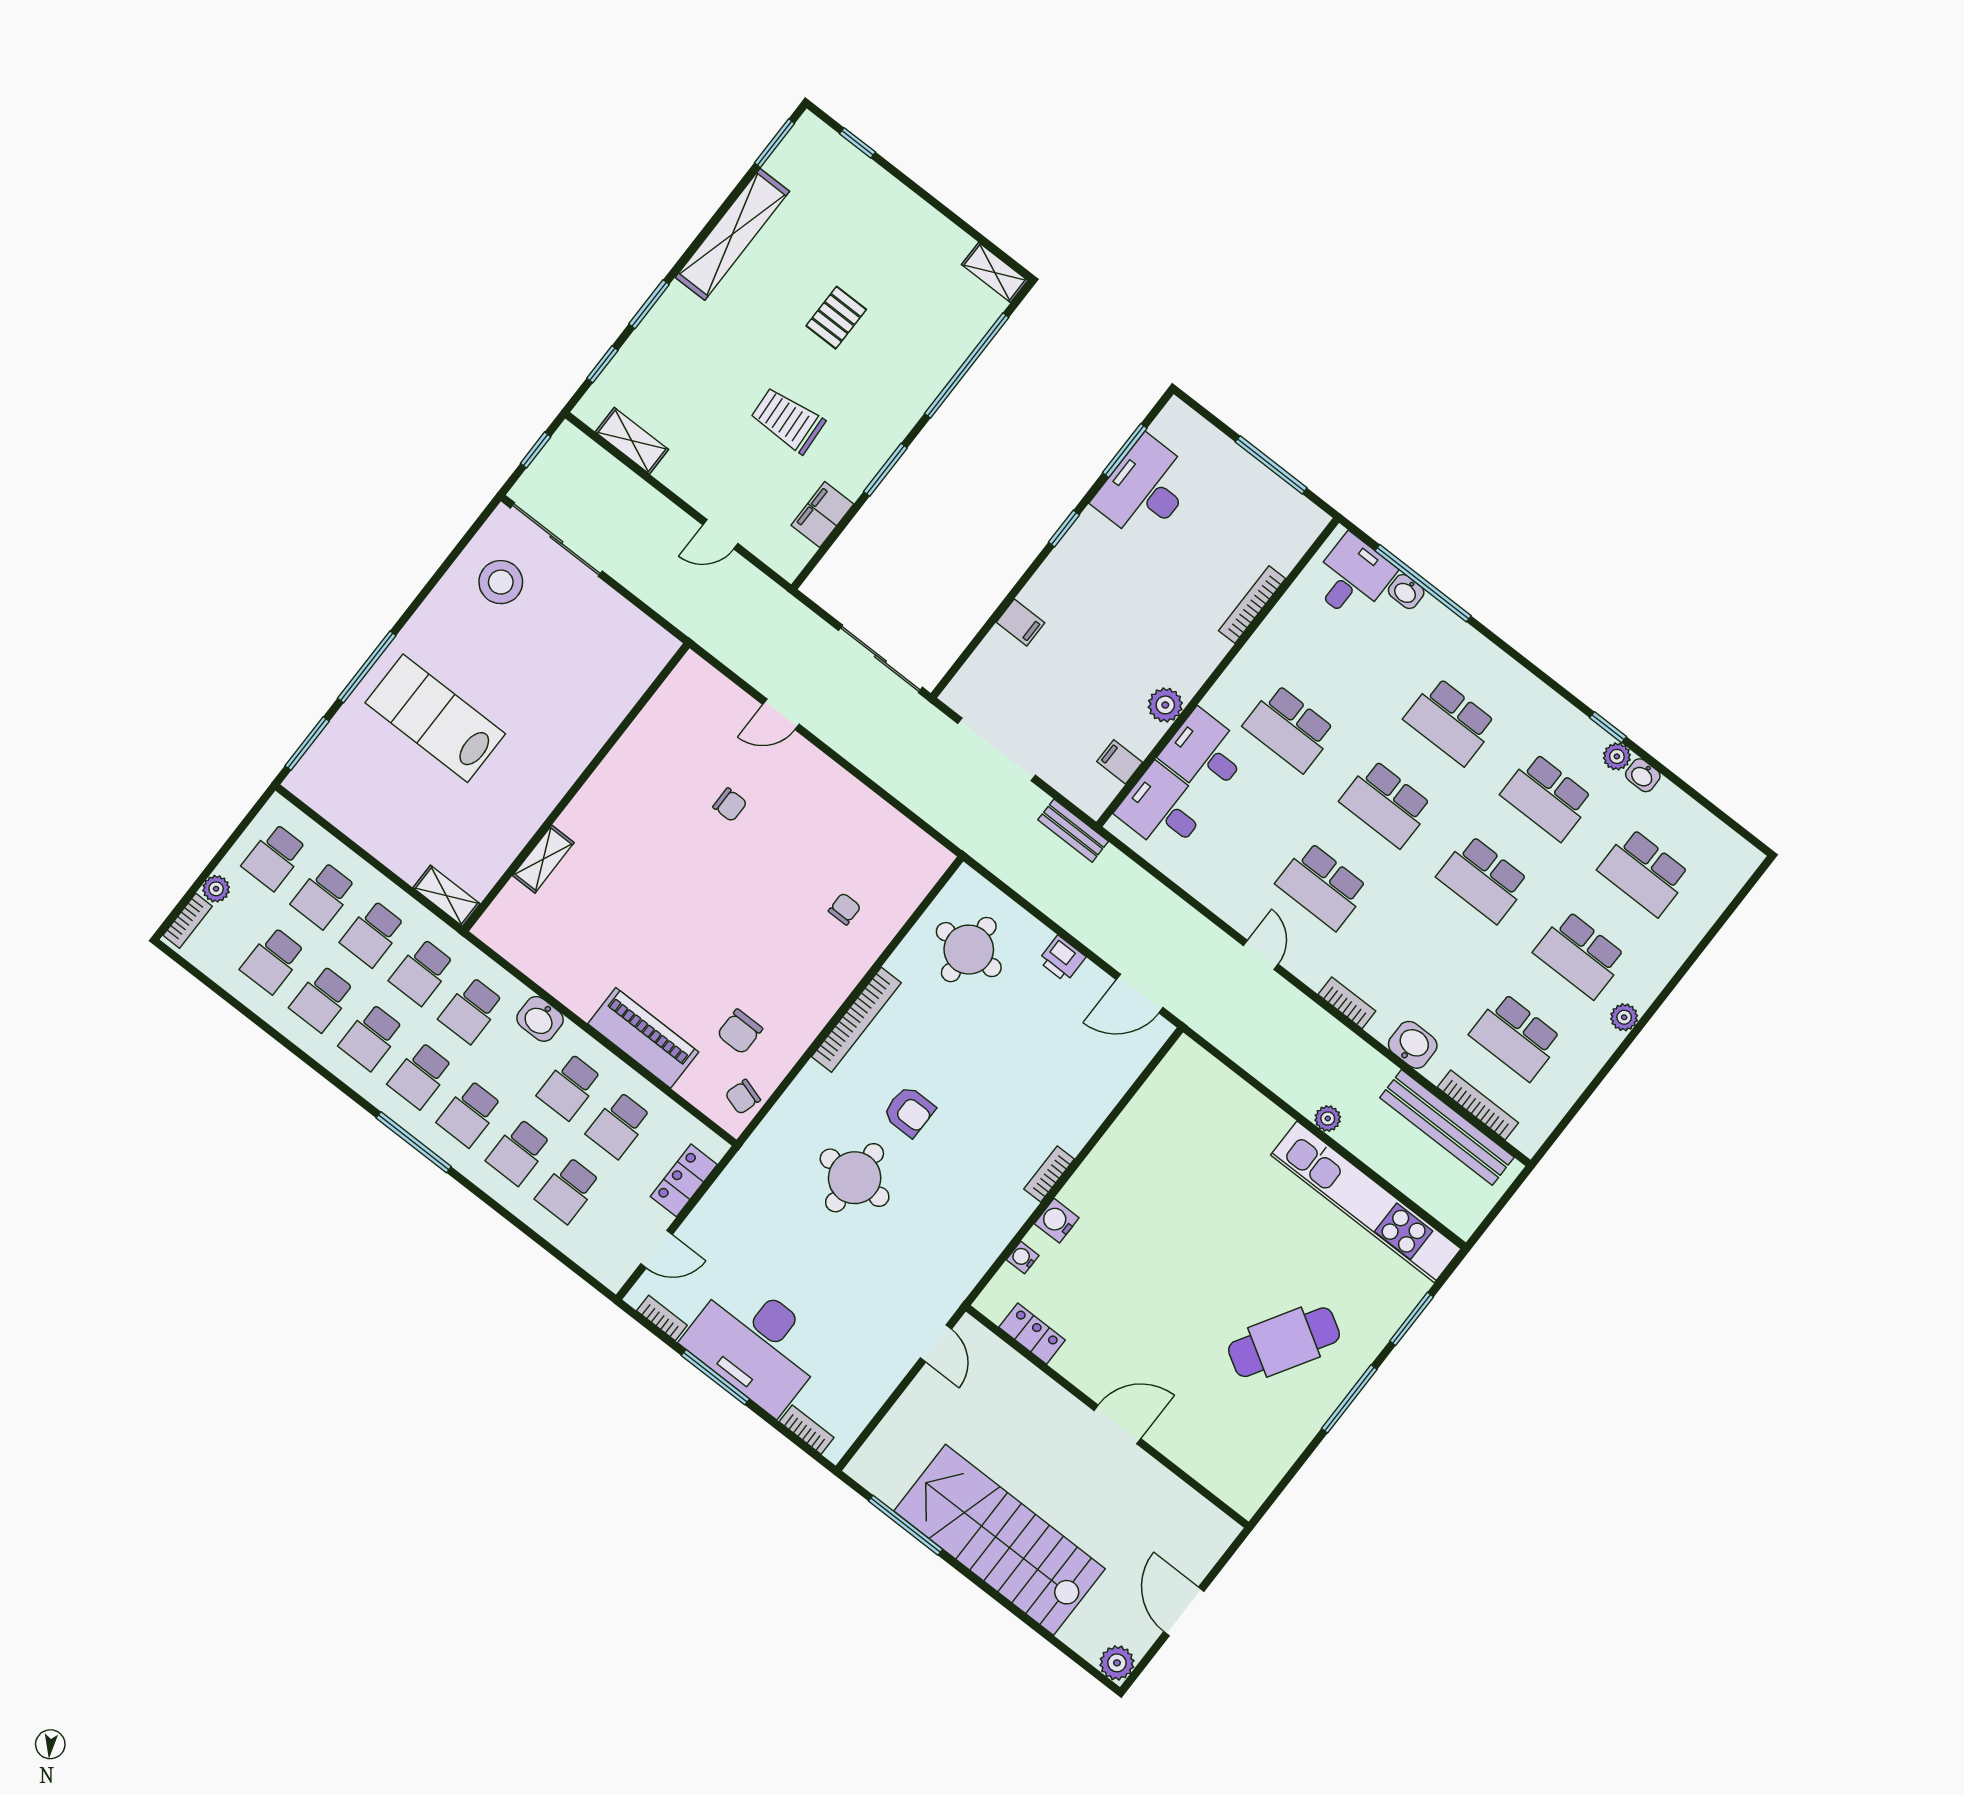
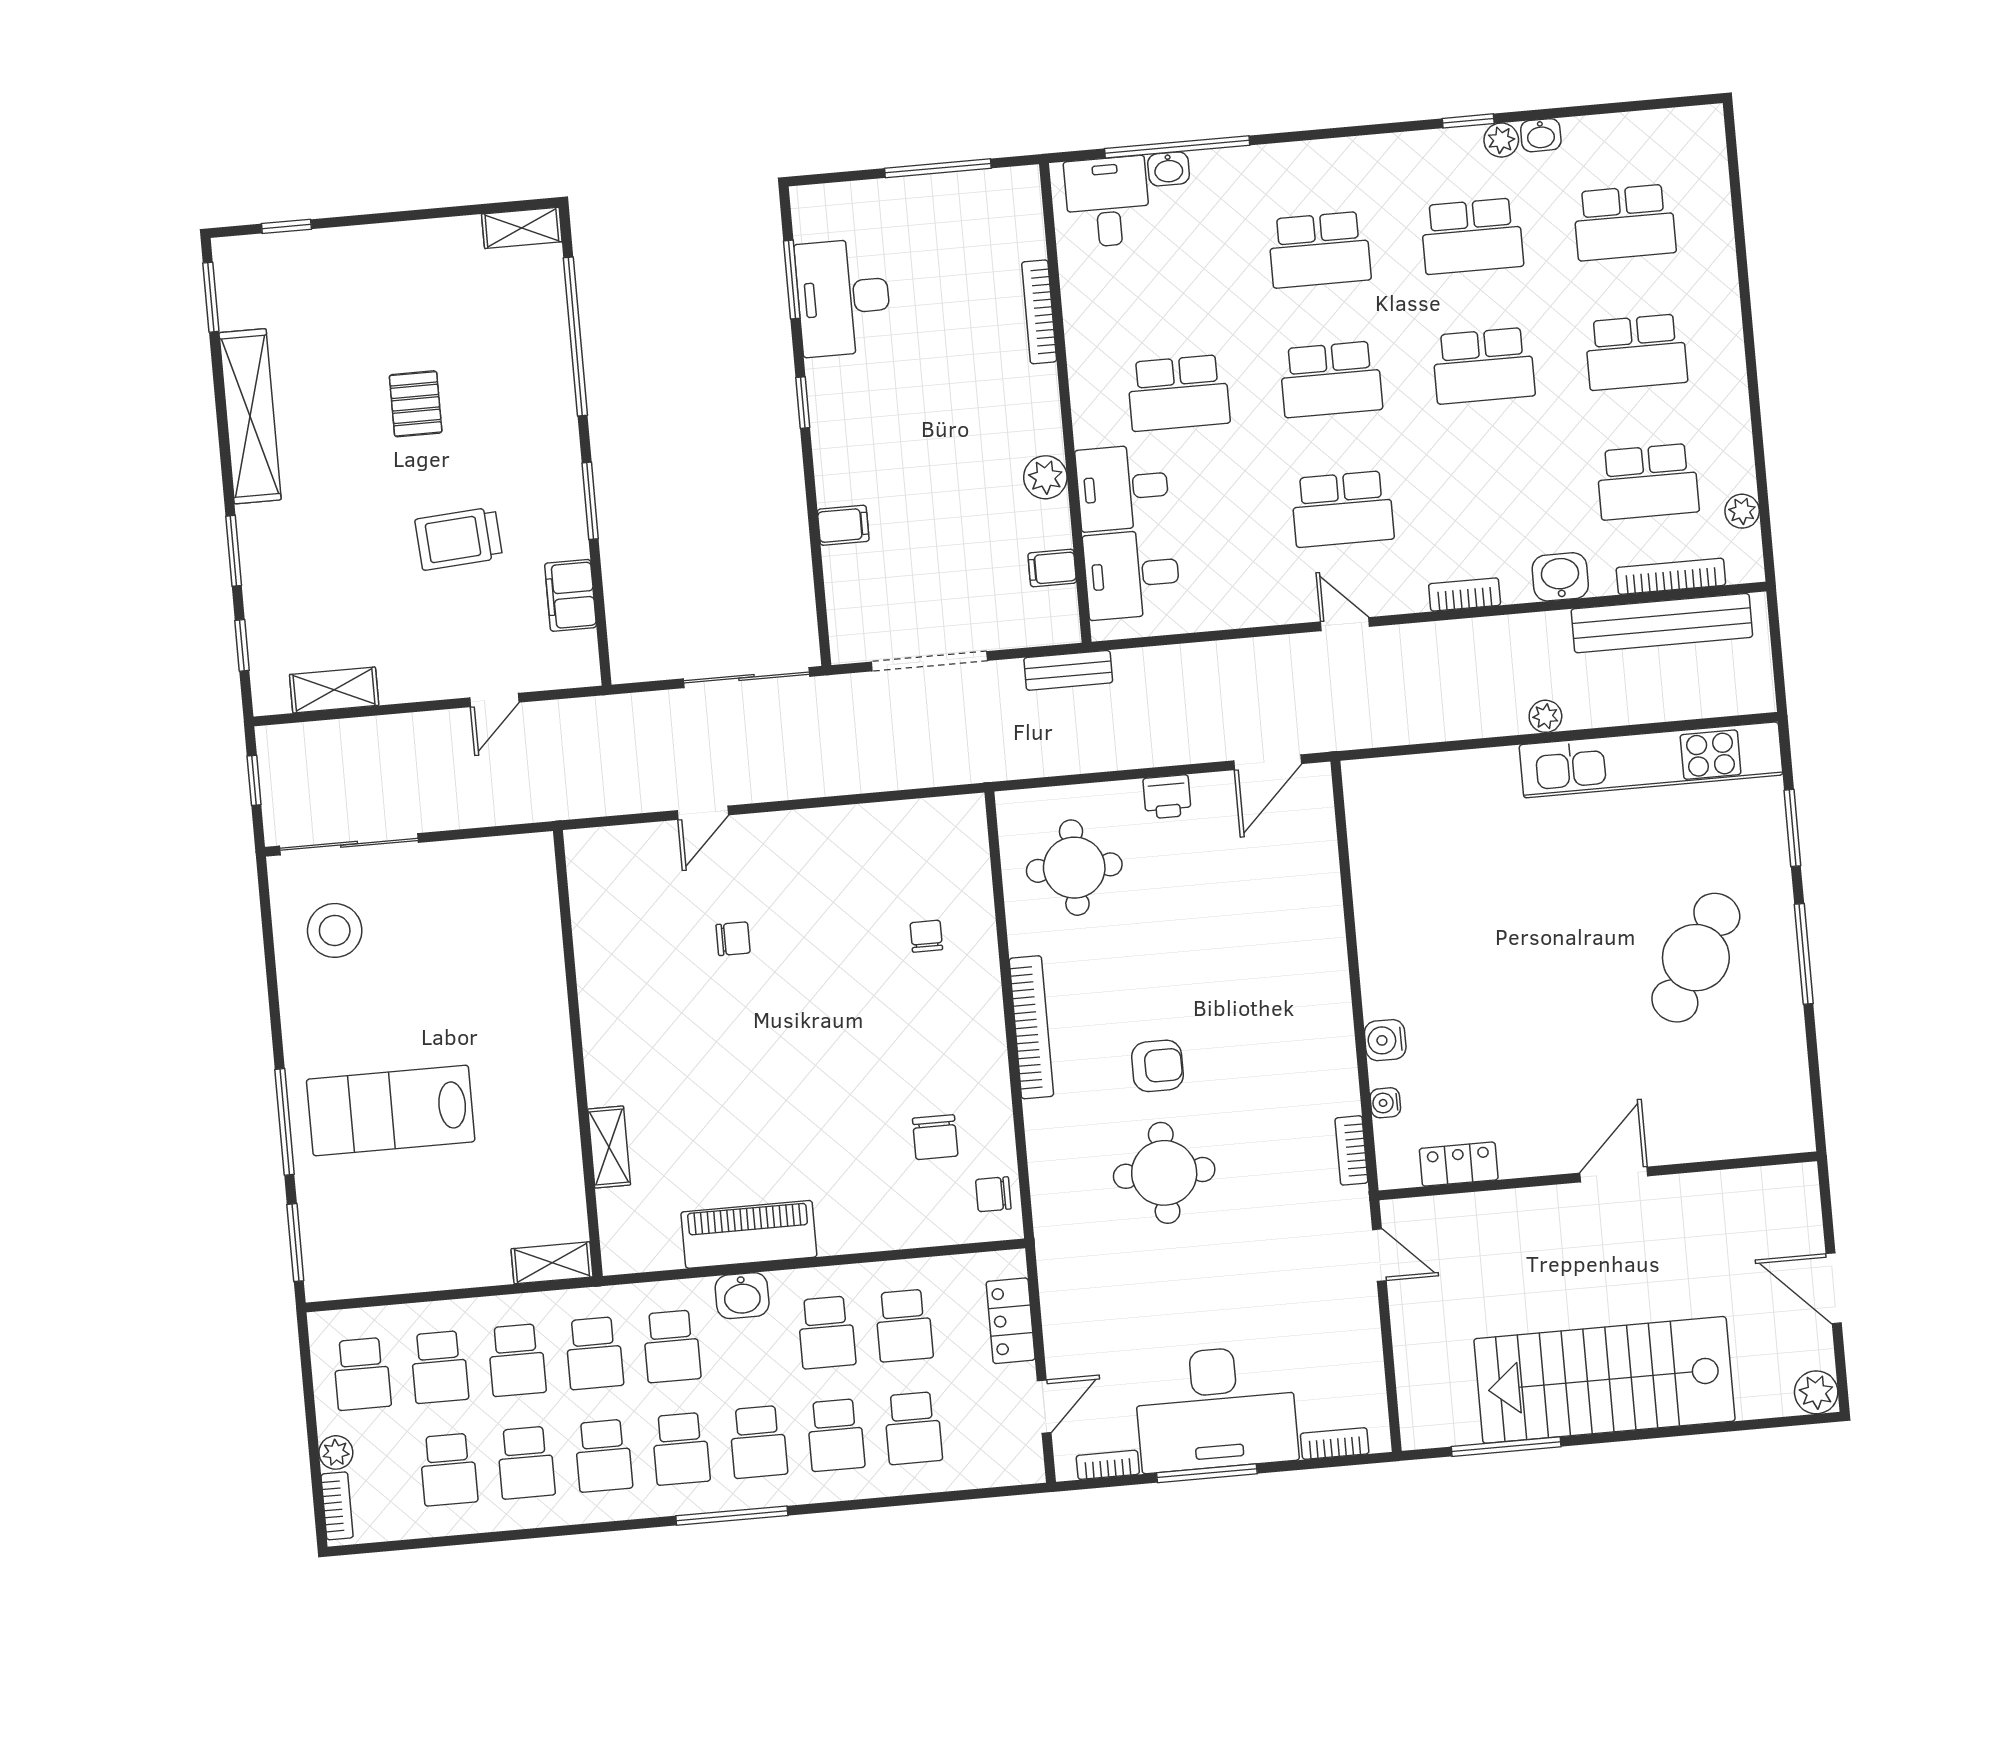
plant: (1624, 1017) -> (1742, 511), moved
piano: (643, 1038) -> (749, 1234), moved
chair: (743, 1097) -> (993, 1194), turned 73
bookcase: (1049, 1174) -> (1351, 1150), moved

